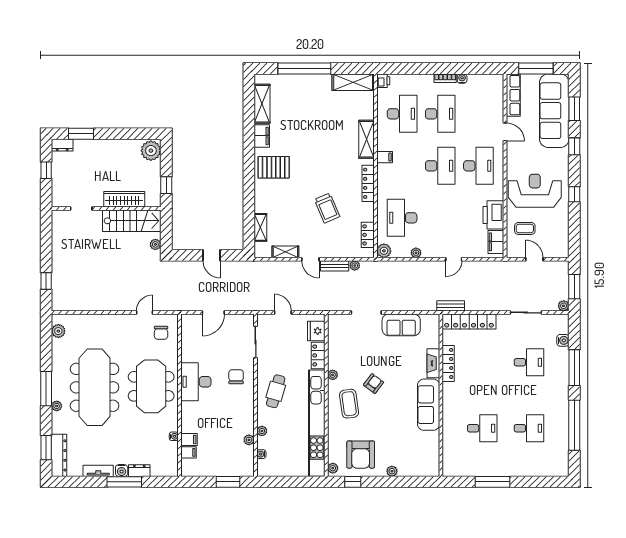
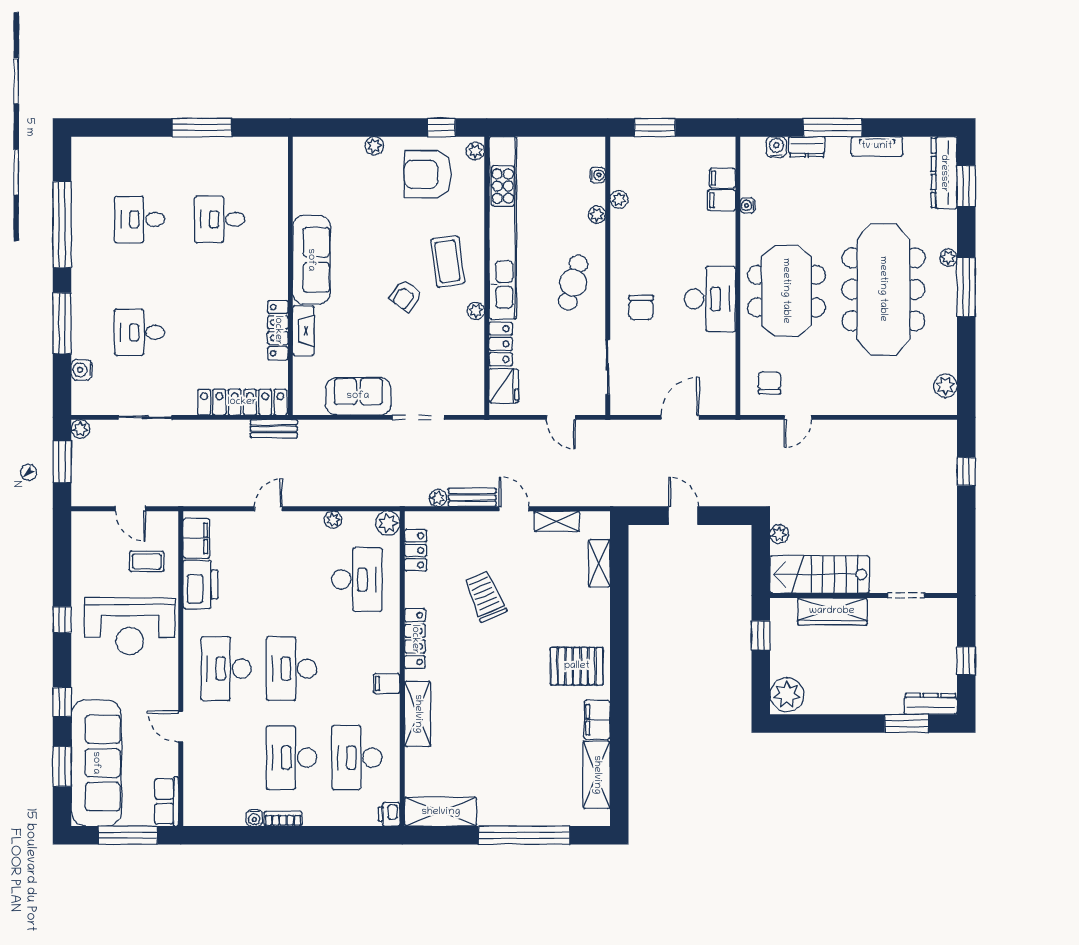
row of seats: (513, 95) -> (167, 801), width x0.68
dresser: (62, 145) -> (931, 704), width x1.44
armchair: (361, 455) -> (428, 174), turned -90
water cooler: (122, 471) -> (776, 147), moved

